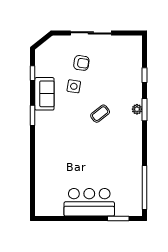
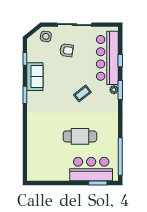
bar counter: (129, 72) -> (107, 58), added
side table: (74, 86) -> (46, 36), moved
cafe table: (97, 164) -> (80, 136), added
bar counter: (89, 202) -> (91, 169), moved

